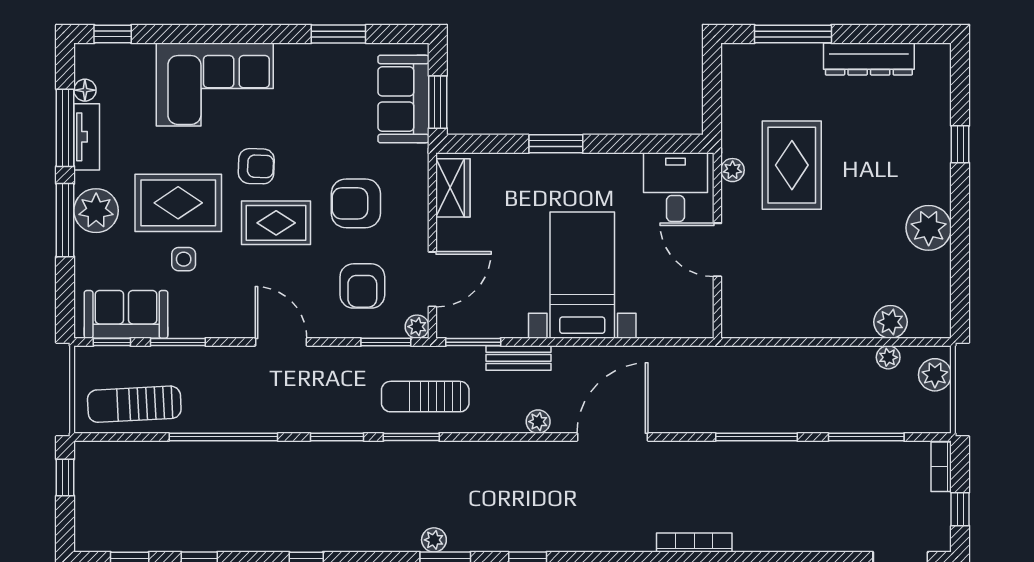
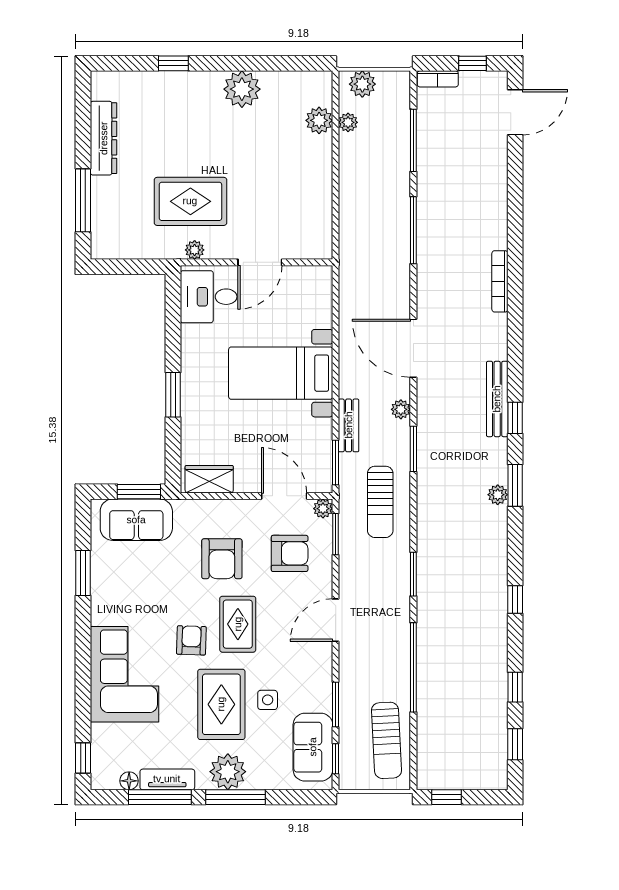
window: (411, 437) -> (413, 449), moved
bench: (551, 539) -> (497, 399), added

